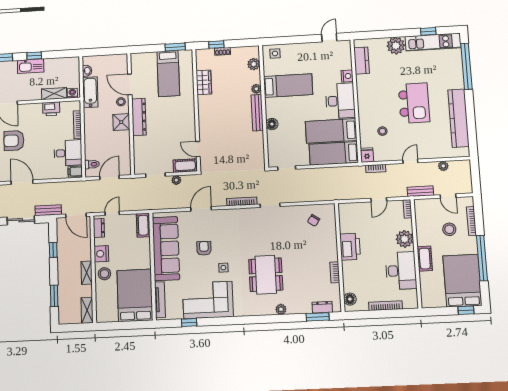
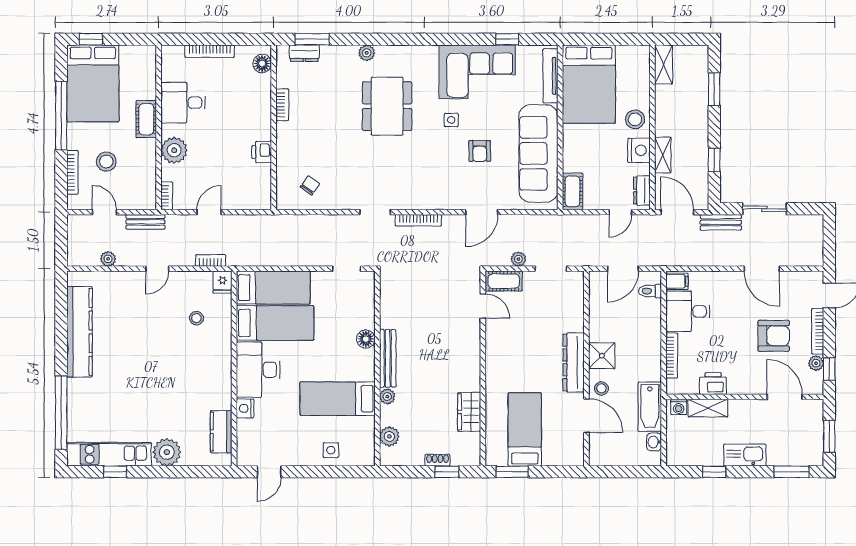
side table: (275, 53) -> (331, 450), moved
window: (34, 56) -> (714, 472), moved
kitchen island: (414, 103) -> (145, 359), removed
printer: (350, 247) -> (262, 152), width x0.53, depth x0.68
desk: (401, 271) -> (183, 103), width x0.73
shelving: (87, 273) -> (663, 155), moved

